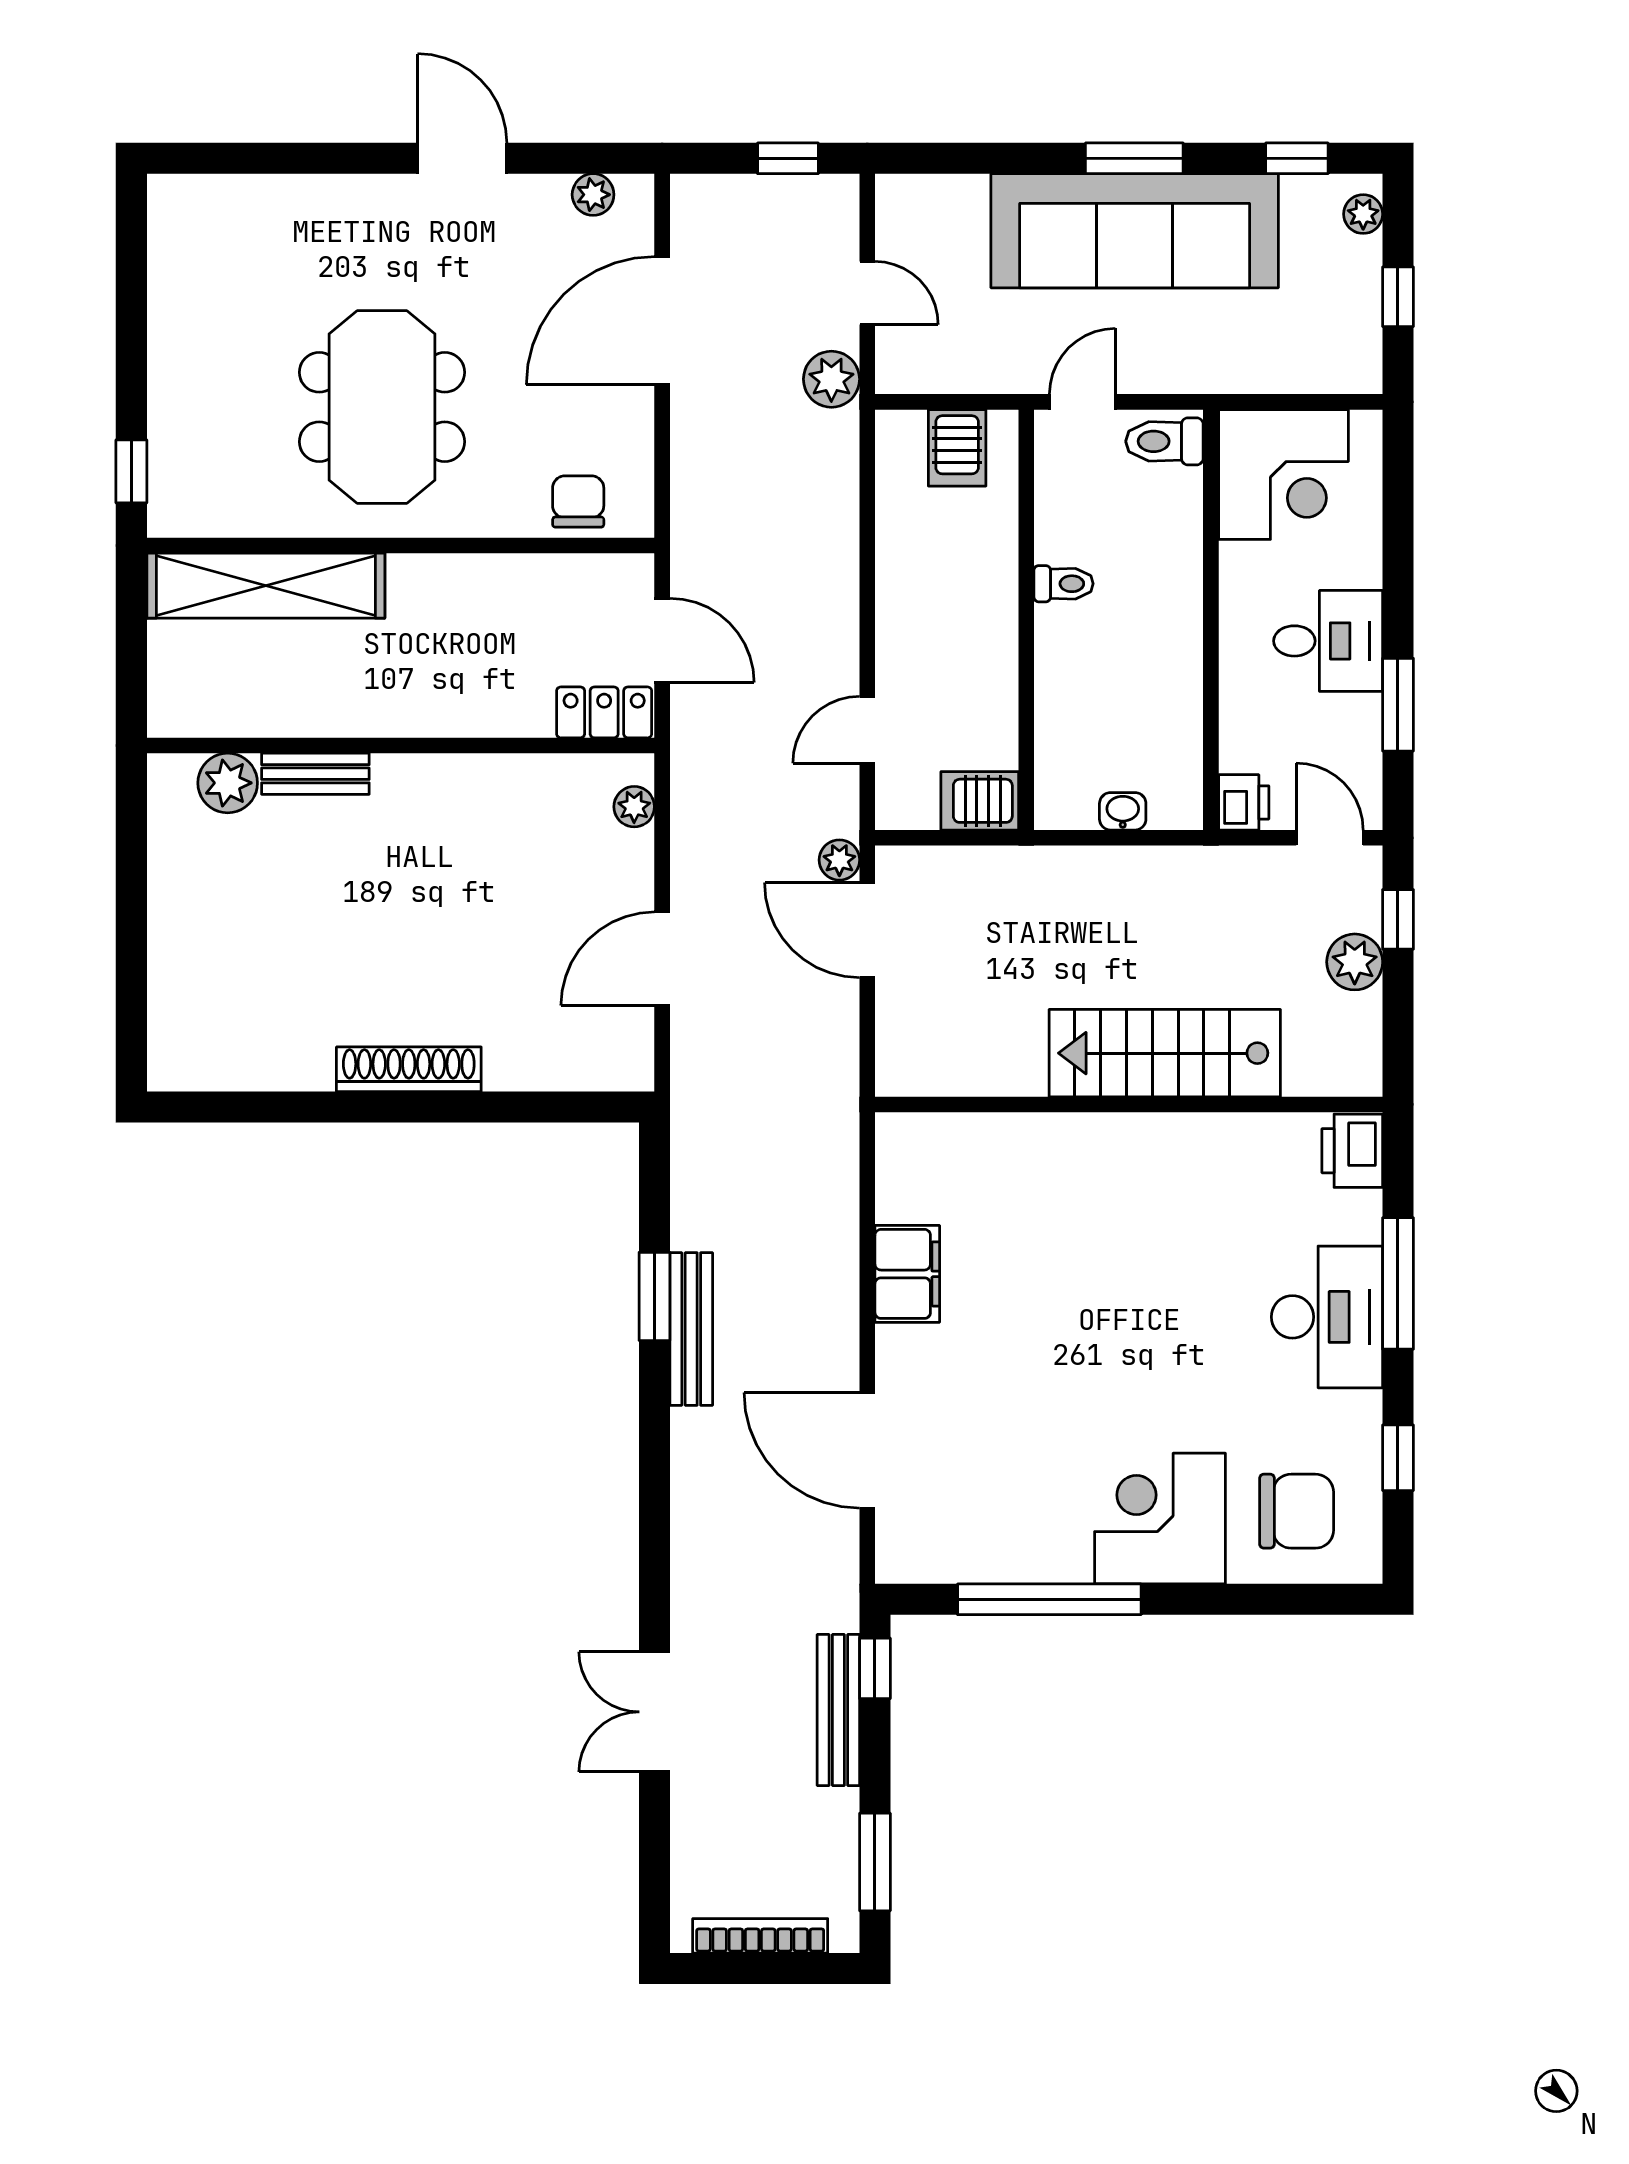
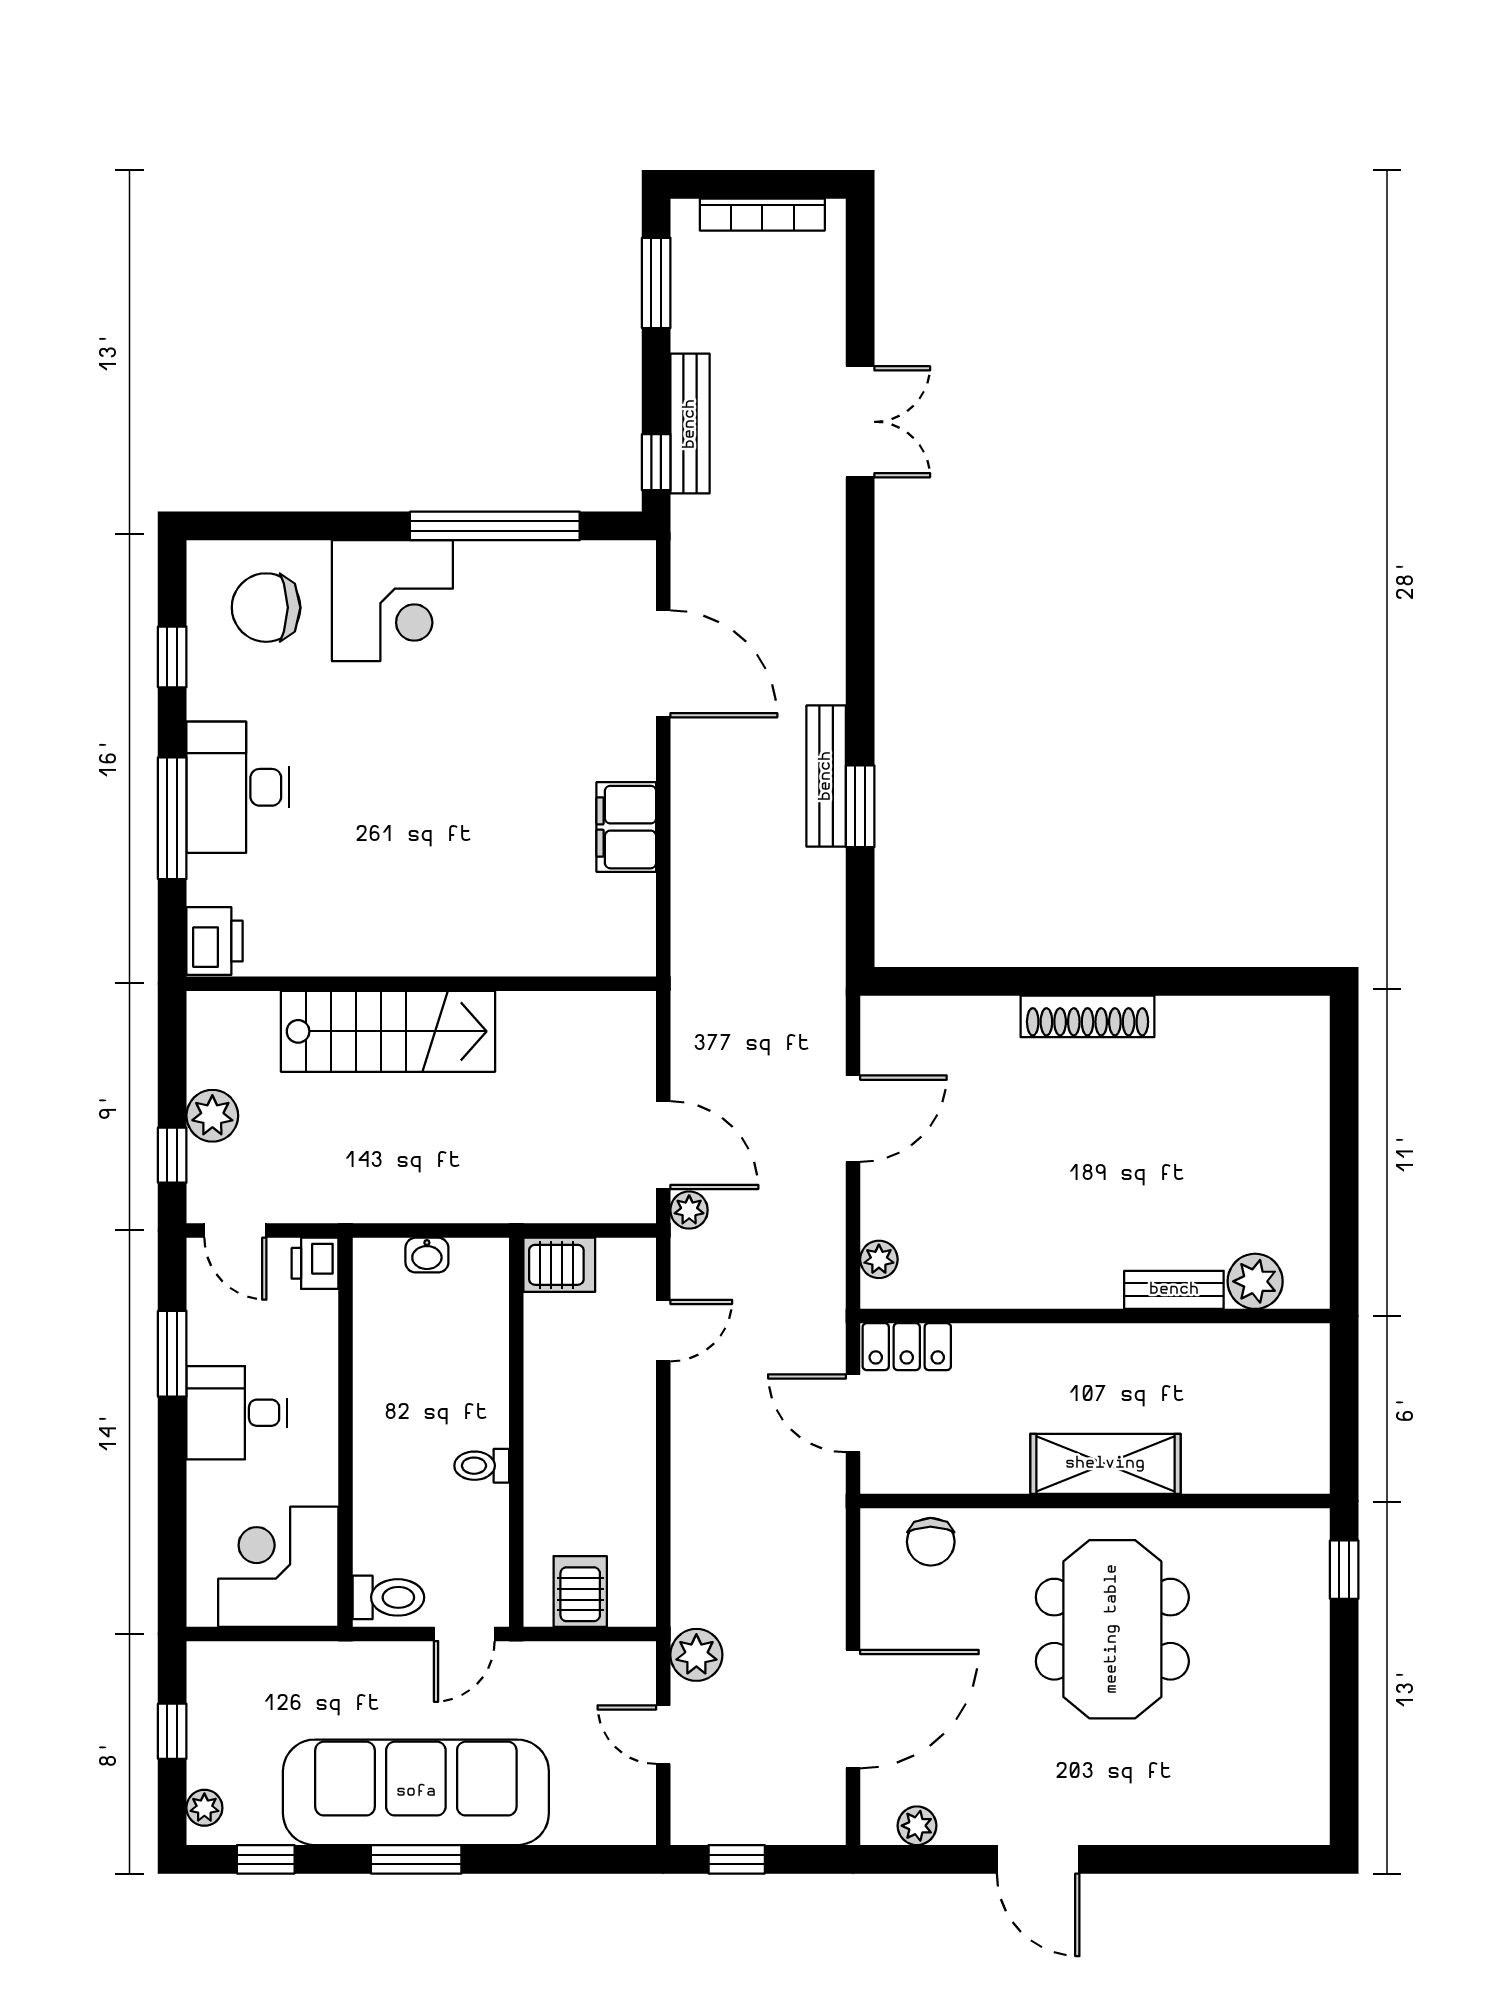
shelving: (266, 586) -> (1105, 1464), moved, width x0.68

